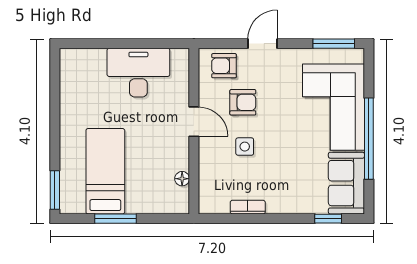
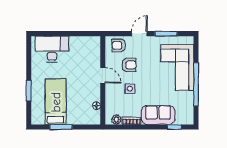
window: (334, 44) -> (166, 34), moved
desk: (138, 73) -> (52, 49), moved
sofa: (346, 183) -> (158, 115), moved, turned 90
window: (55, 190) -> (29, 91), moved
plant: (219, 205) -> (116, 119), added

